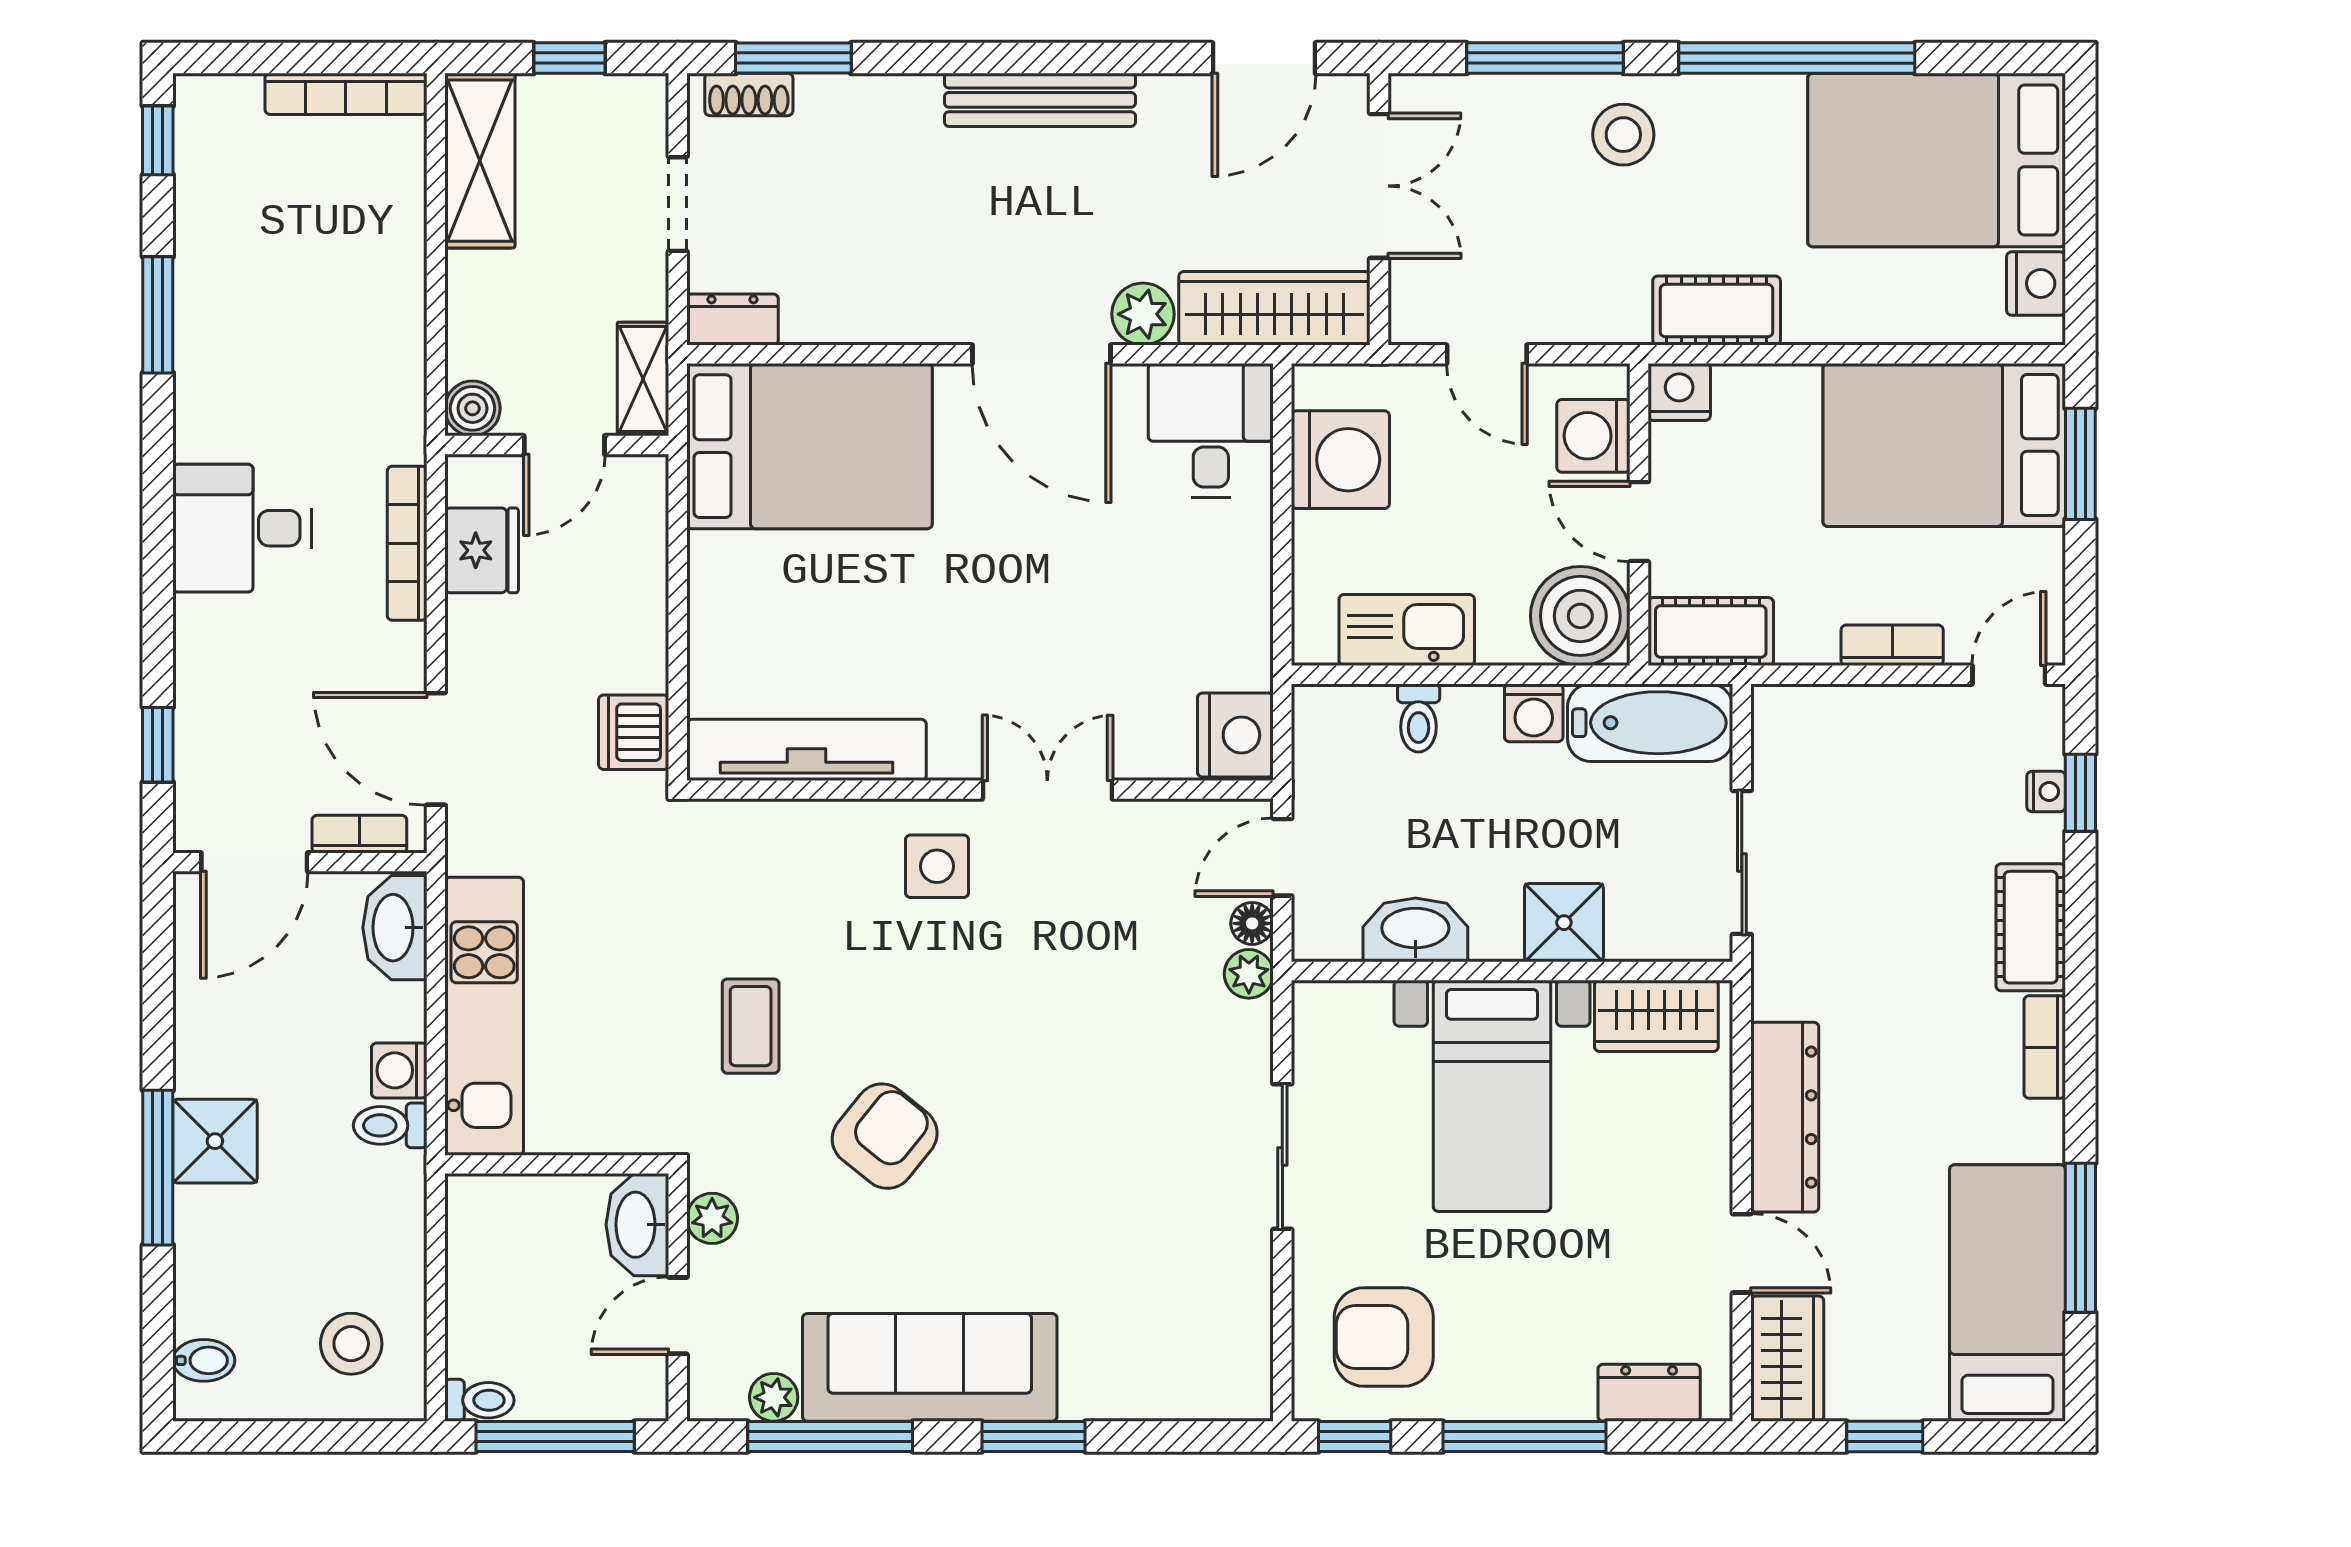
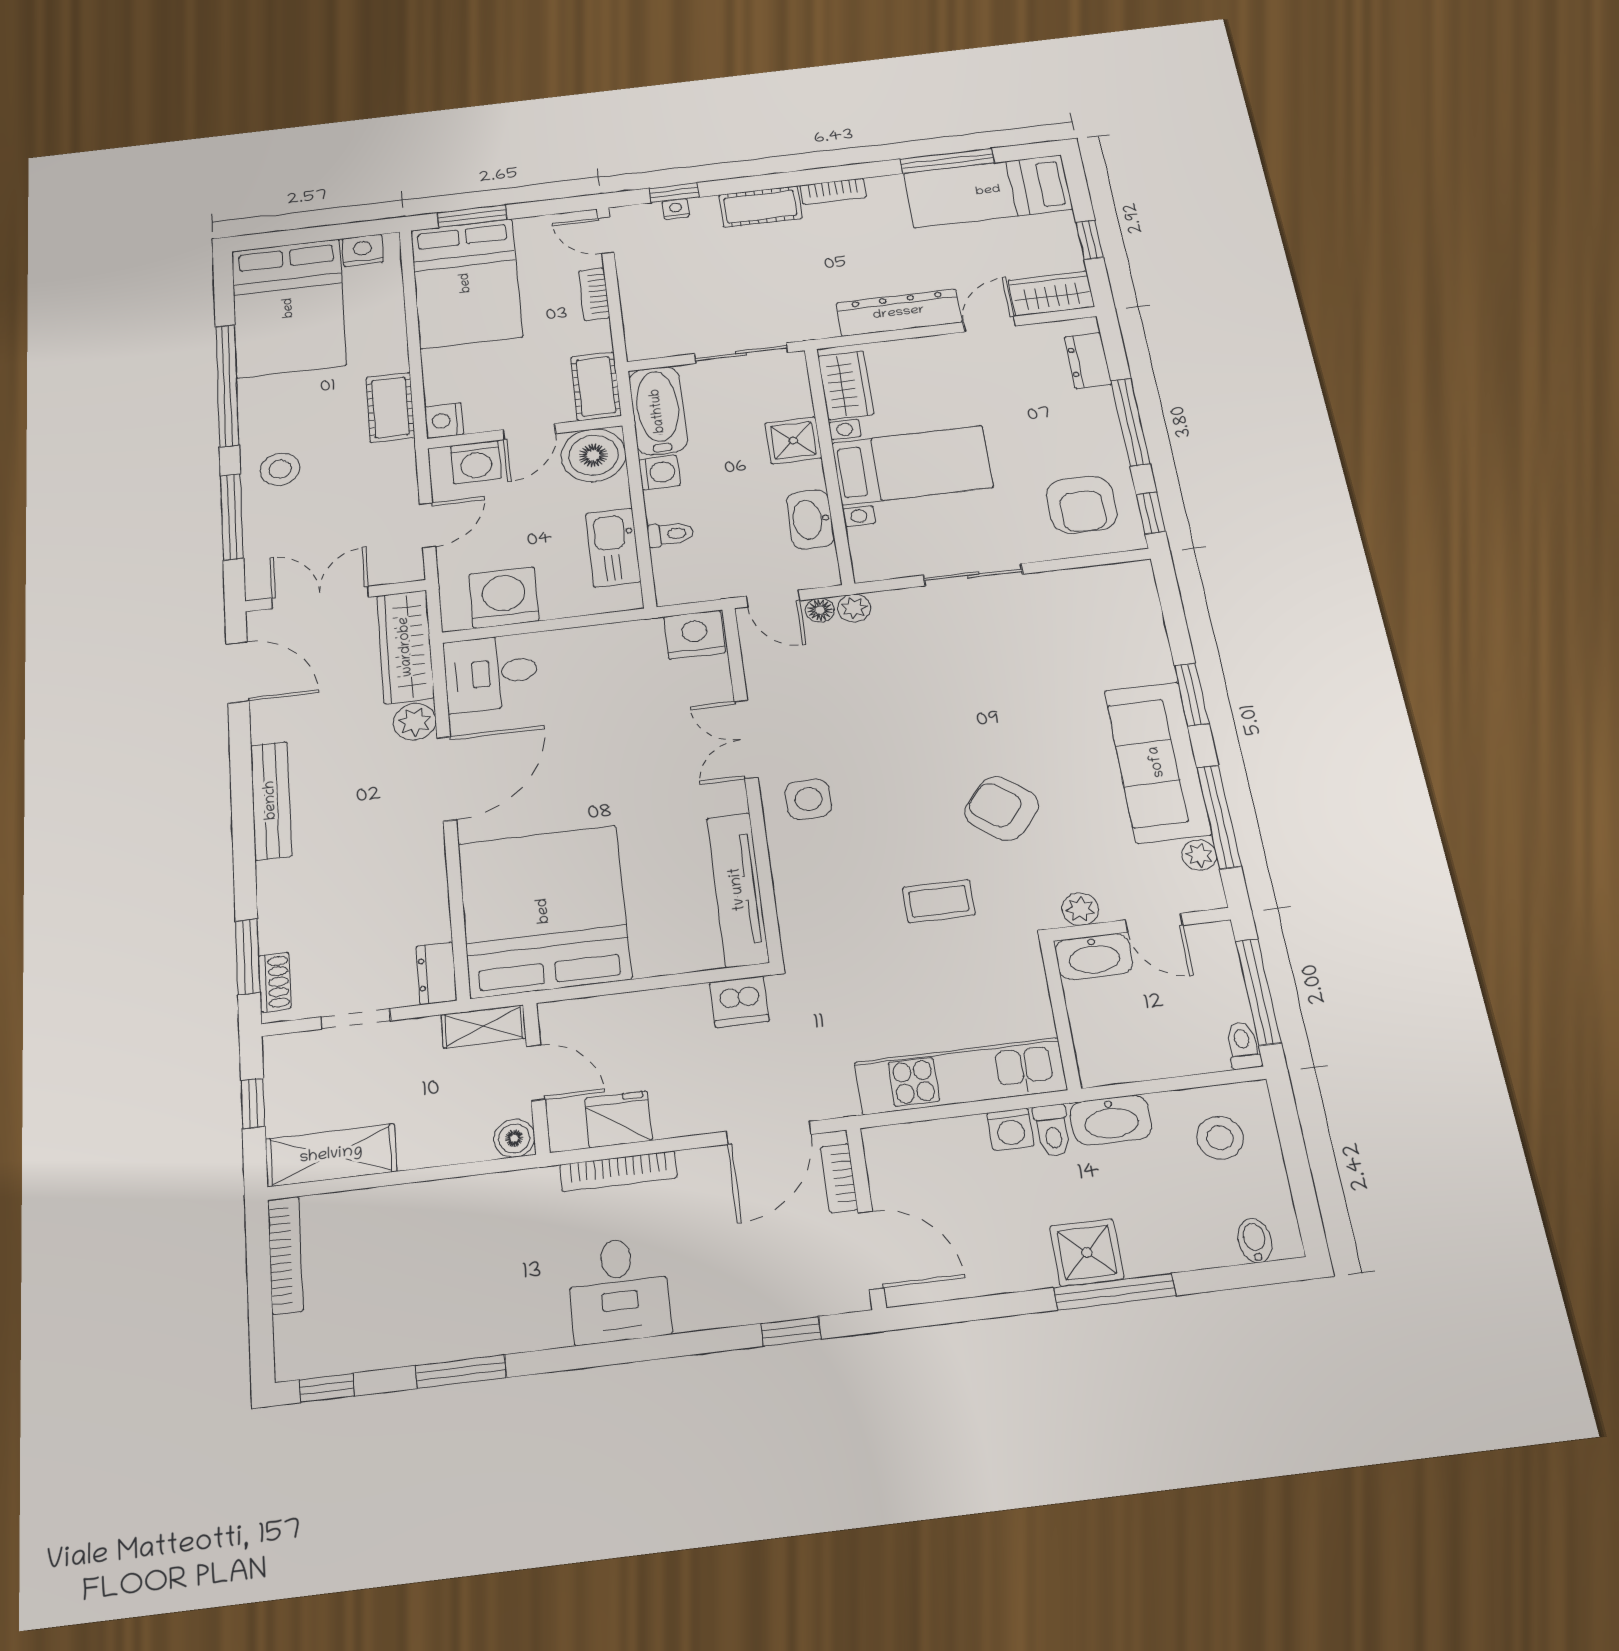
bed: (809, 446) -> (544, 911), width x1.36
washbasin: (395, 928) -> (1111, 1120), moved

